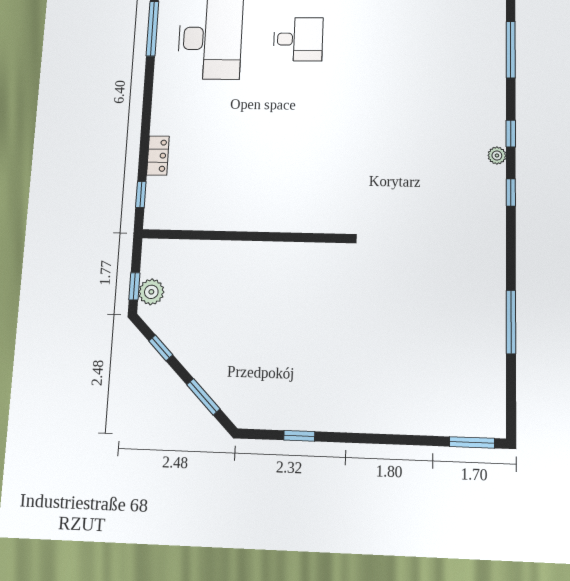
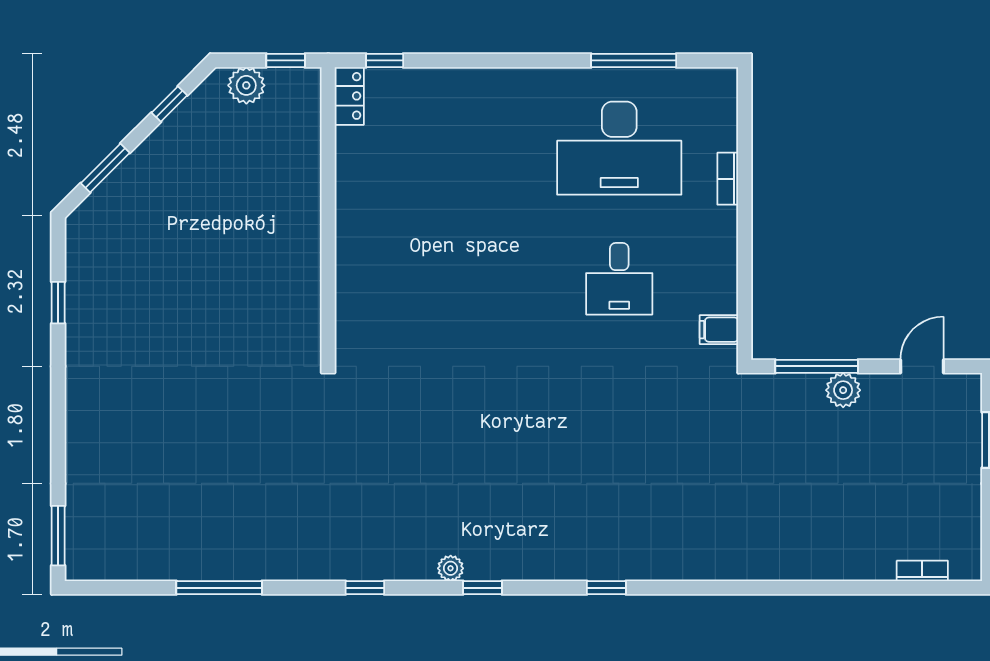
window: (511, 50) -> (606, 588), width x0.46
locker: (158, 156) -> (349, 96), moved, turned -90
window: (511, 192) -> (365, 588), moved
window: (134, 286) -> (286, 60), moved

